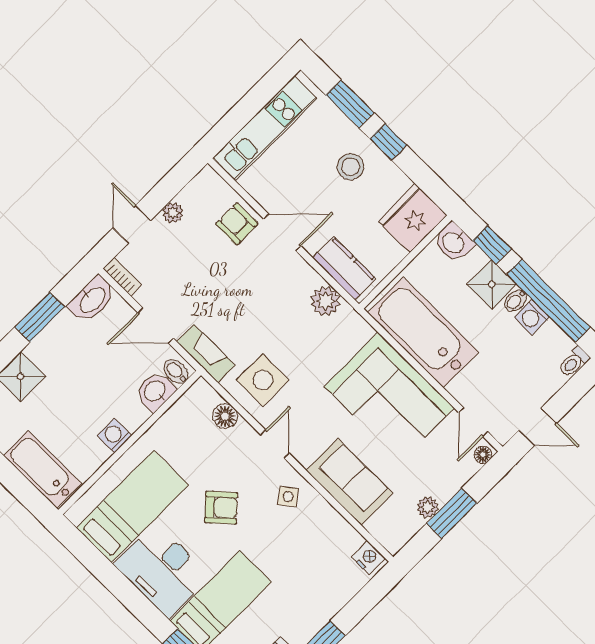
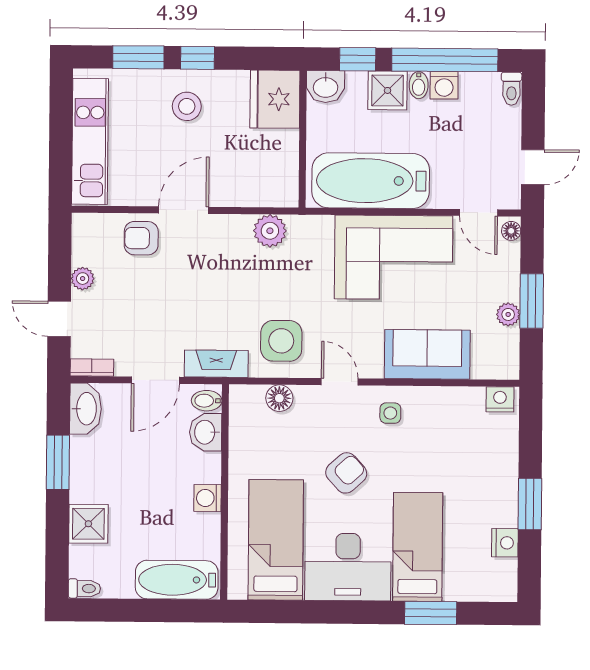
kitchen counter: (344, 268) -> (259, 191), removed
side table: (288, 497) -> (390, 413), turned 38

